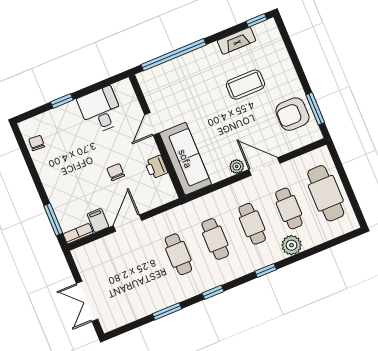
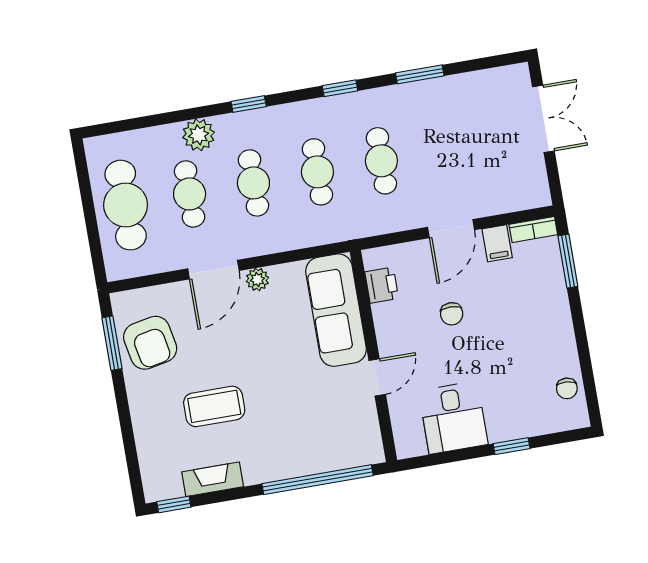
armchair: (292, 114) -> (150, 343), turned 79
door: (264, 166) -> (213, 270), hinge flipped
printer: (156, 167) -> (382, 285), moved

